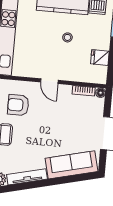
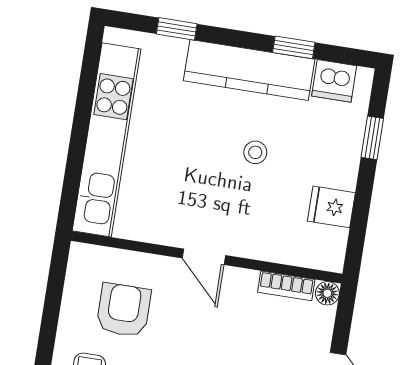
armchair: (18, 105) -> (124, 310), turned 90

